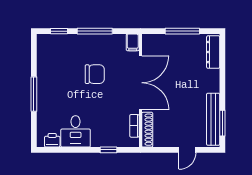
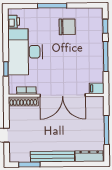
chair: (95, 74) -> (67, 27), moved, turned -90
bench: (213, 119) -> (52, 156), moved
desk: (76, 131) -> (25, 52), width x1.87, depth x1.30

